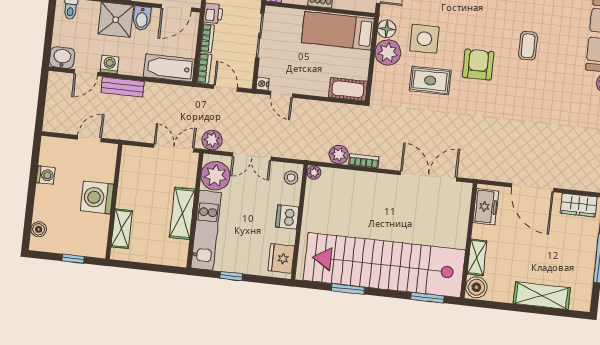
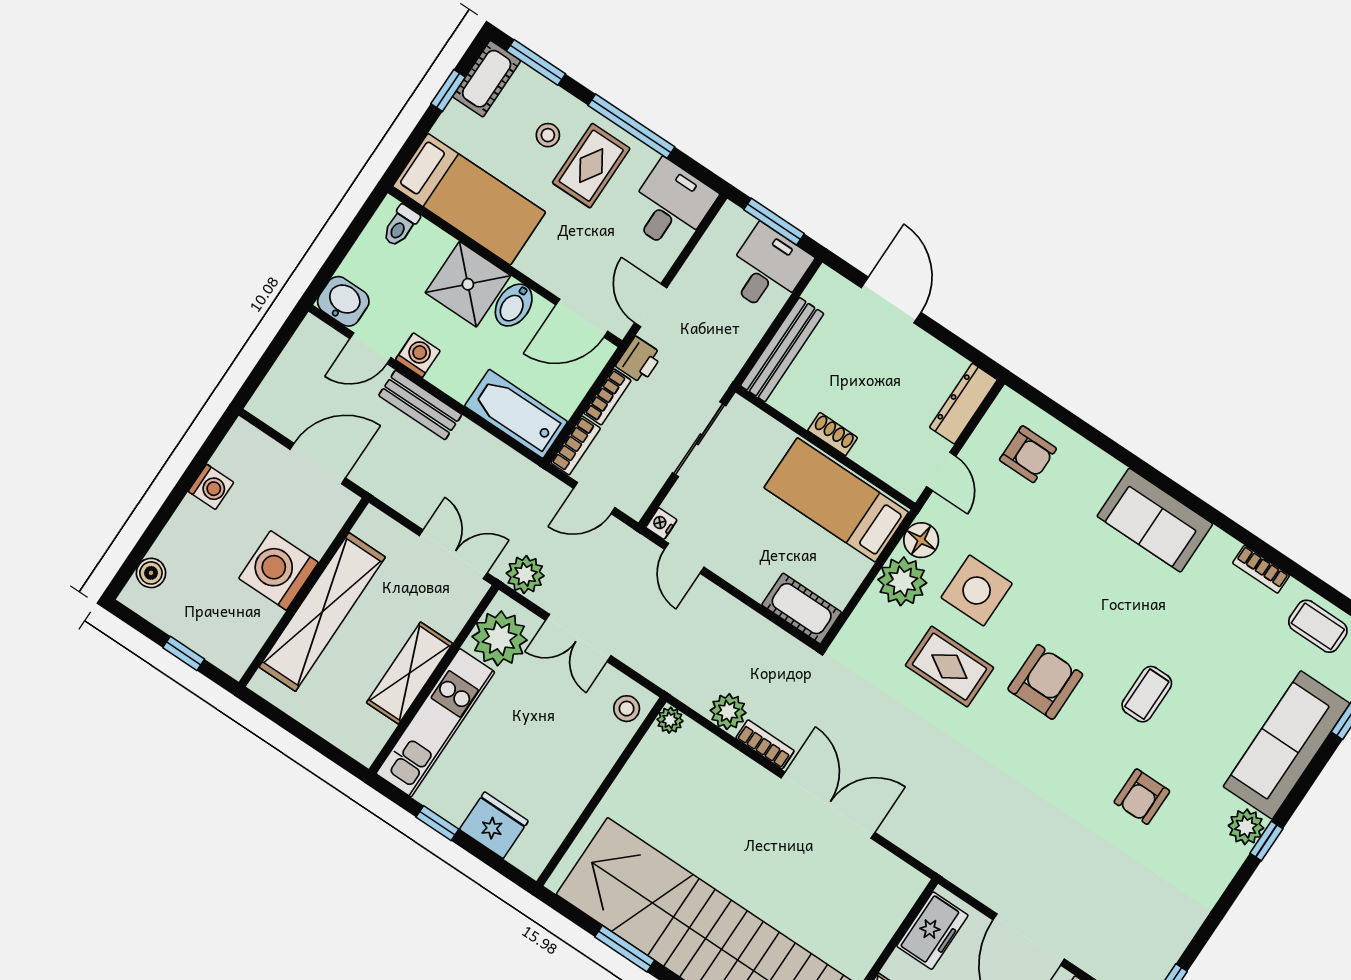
door: (225, 88) -> (594, 498), swing flipped
armchair: (550, 94) -> (1142, 797), added
door: (89, 139) -> (318, 464), width x1.38
double door: (428, 176) -> (828, 805), moved
dishwasher: (287, 217) -> (585, 772), removed
shelving: (122, 229) -> (322, 612), width x2.20, depth x1.33
fridge: (281, 258) -> (494, 825), moved, turned 90

